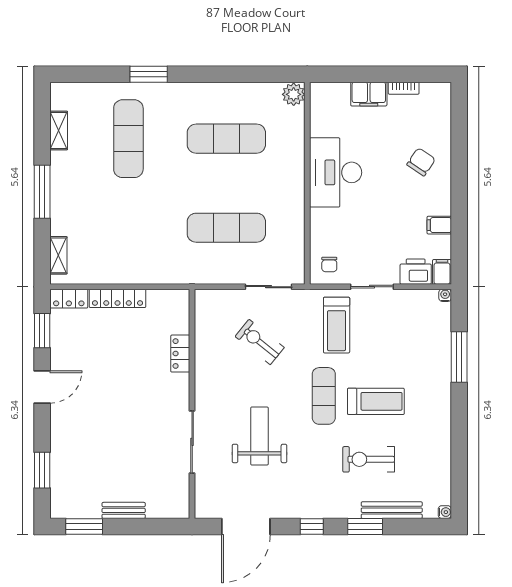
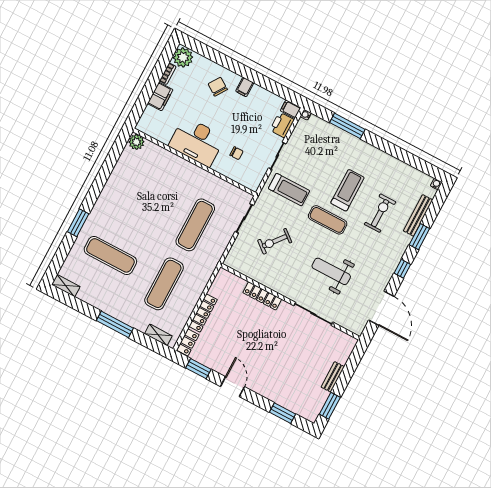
plant: (435, 97) -> (183, 57), added
shelving: (59, 130) -> (66, 286), moved
exercise mat: (226, 139) -> (164, 284), moved
filing cabinet: (439, 225) -> (245, 87), moved
chair: (329, 264) -> (236, 153), moved
locker: (180, 354) -> (262, 296), width x1.53
exercise bike: (369, 459) -> (380, 213), turned 180

